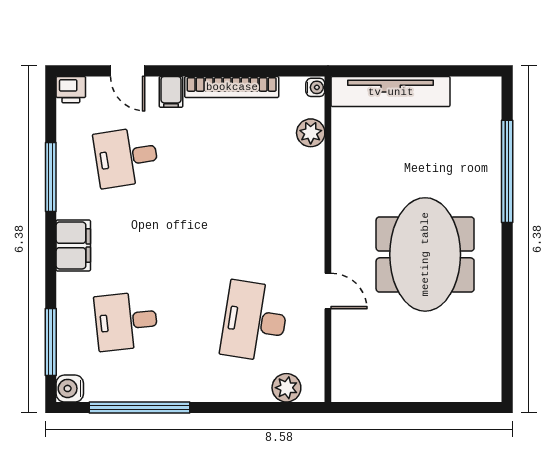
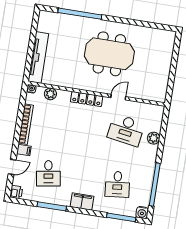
locker: (312, 219) -> (87, 99), added
plant: (286, 388) -> (154, 138), moved

